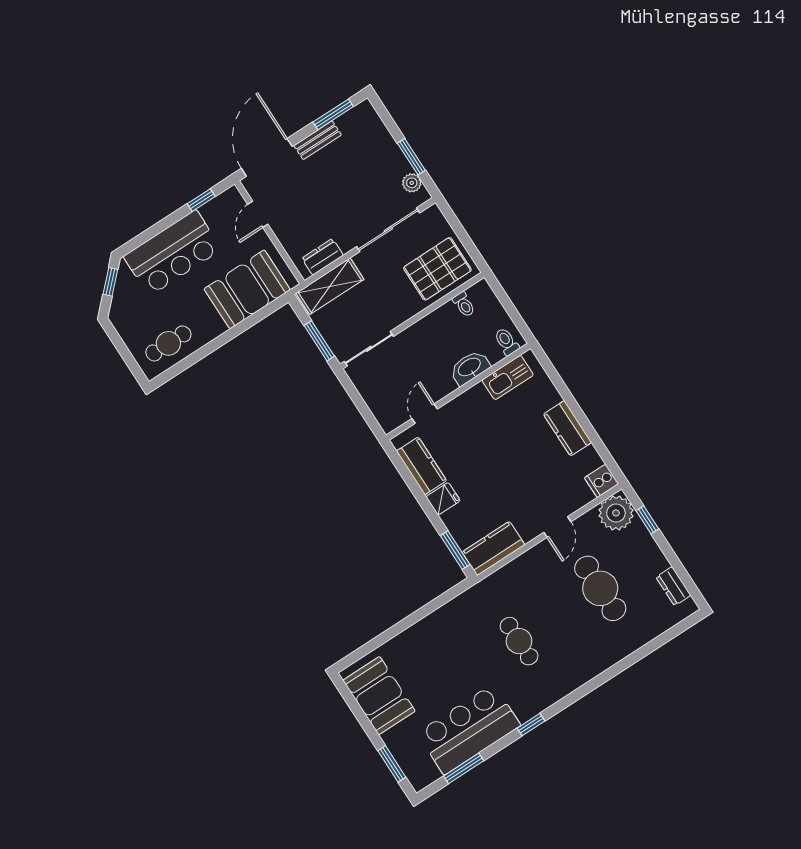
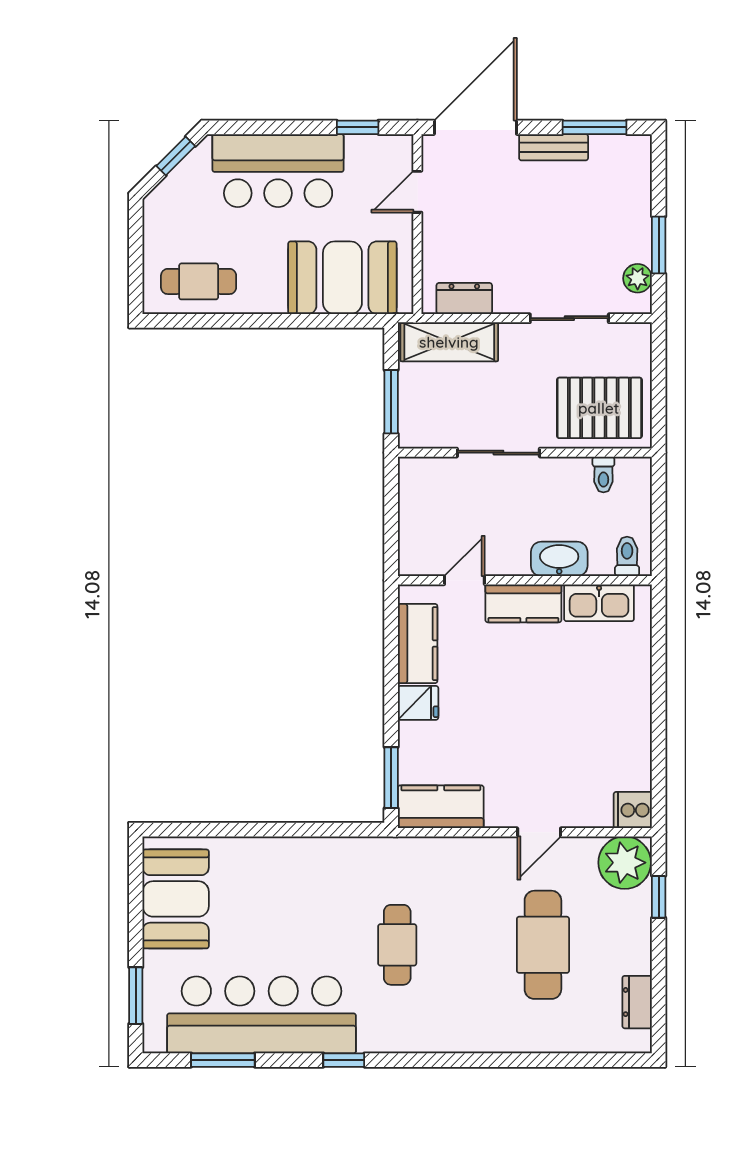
sliding door: (388, 230) -> (569, 318), width x0.73
sliding door: (369, 349) -> (498, 453), moved
kitchen counter: (567, 428) -> (523, 603), moved, turned -90
bar counter: (469, 729) -> (262, 1015), width x1.36

